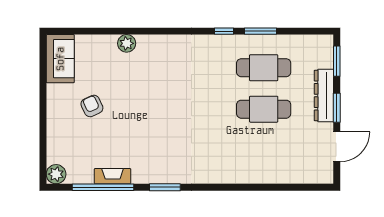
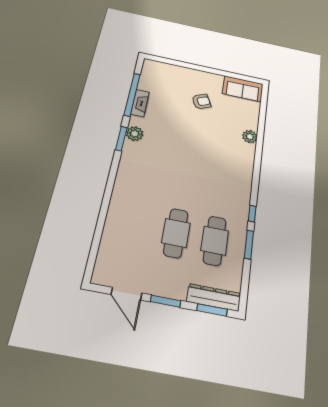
dresser: (324, 95) -> (214, 297), moved
plant: (56, 174) -> (135, 134), moved

